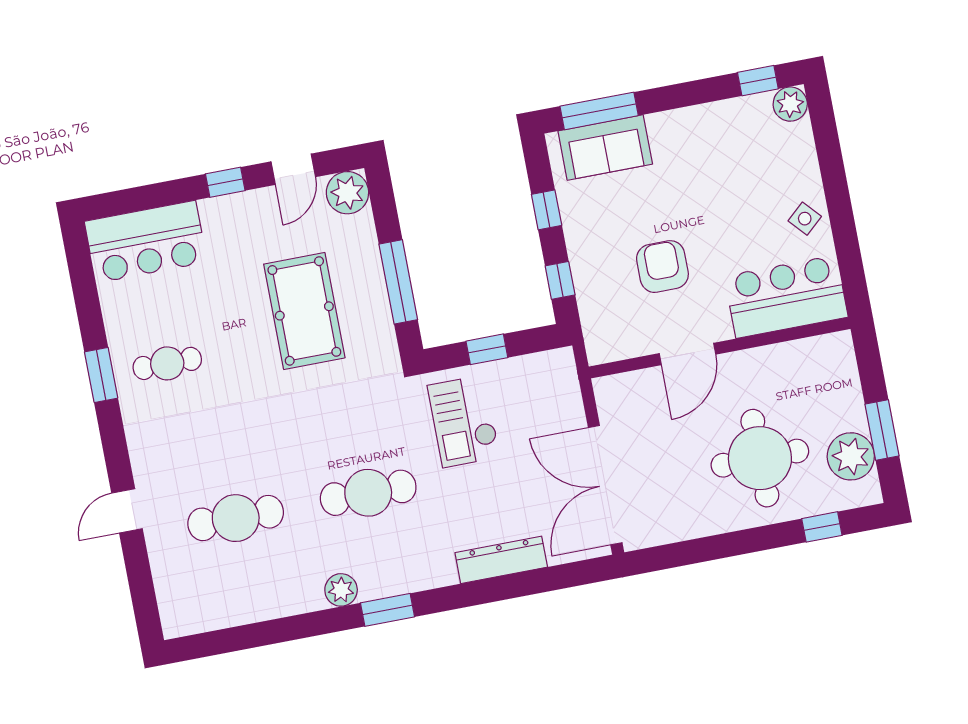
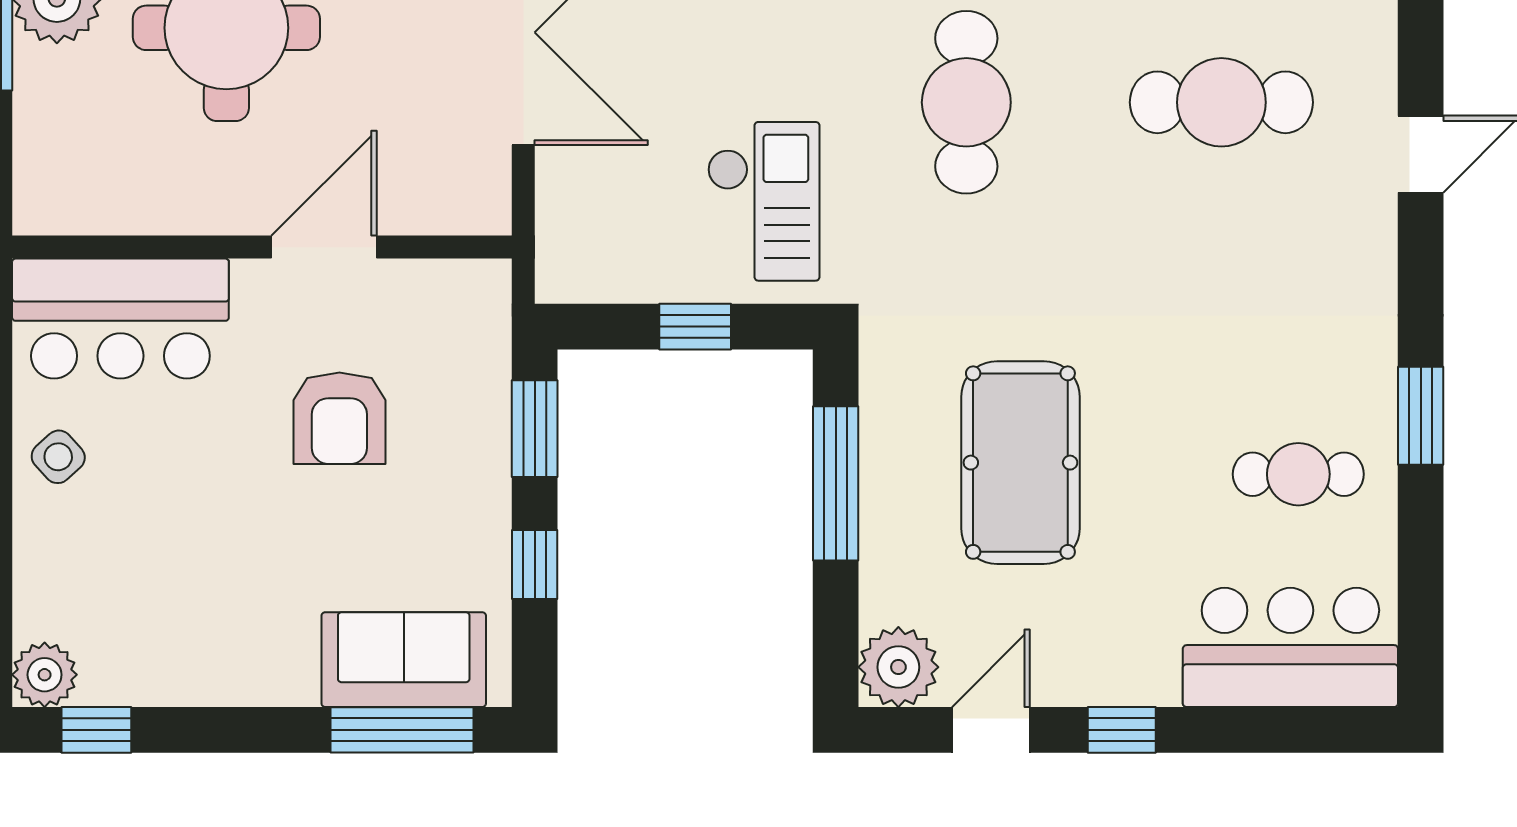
window: (560, 280) -> (535, 429), width x1.50
cafe table: (167, 363) -> (1298, 474), moved
cafe table: (368, 493) -> (966, 102), turned 90

